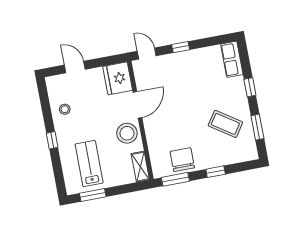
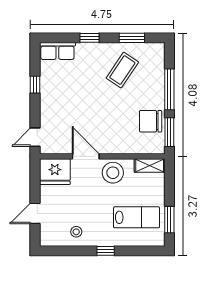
window: (181, 47) -> (35, 85), moved
lab bench: (89, 164) -> (137, 217), turned 180
window: (216, 172) -> (169, 89), width x2.17

